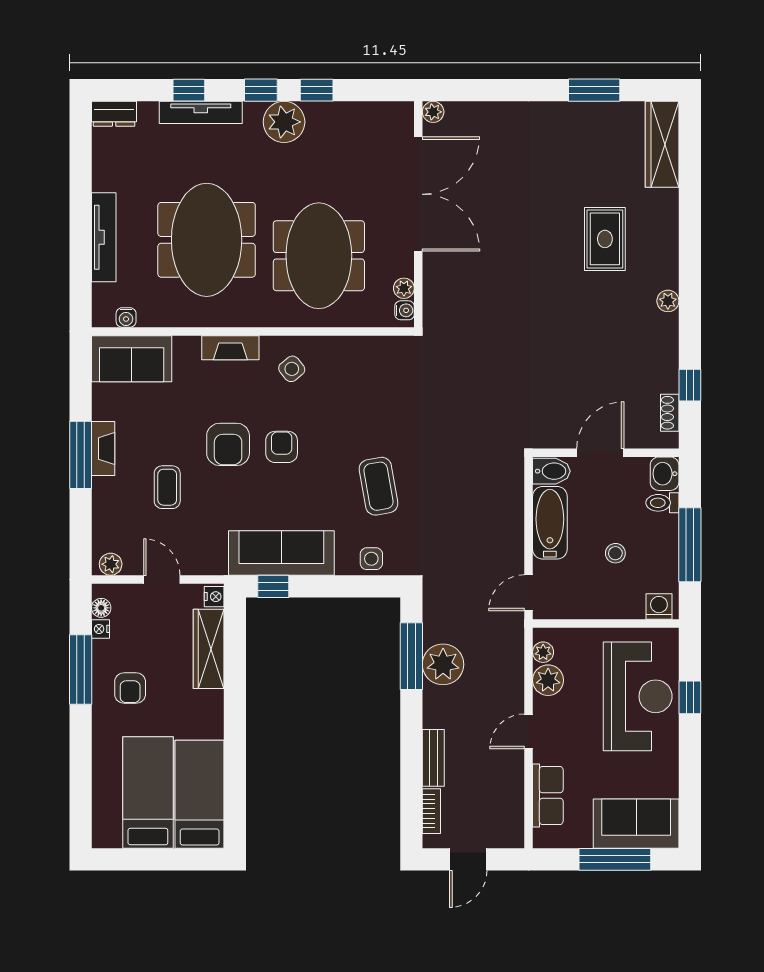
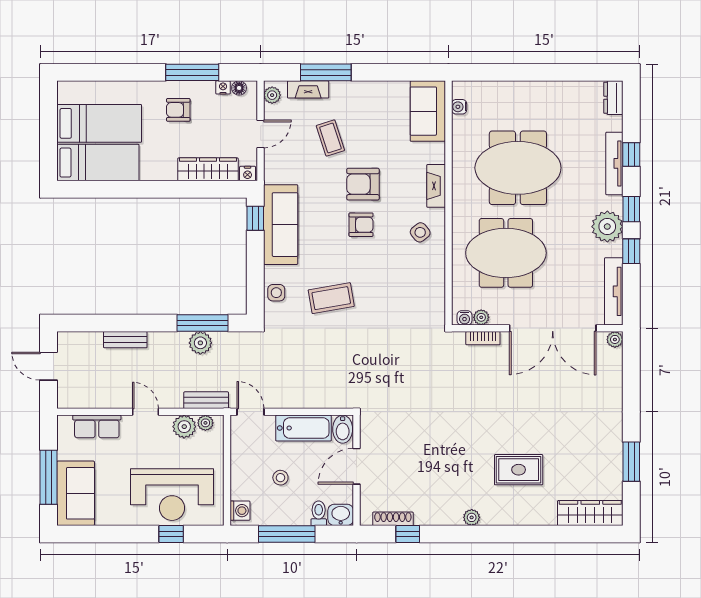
tv unit: (104, 237) -> (614, 291), moved, turned 90
shoe rack: (670, 413) -> (393, 519), width x1.43
fireplace: (103, 449) -> (308, 89), moved
door: (600, 453) -> (357, 466), swing flipped
window: (81, 455) -> (326, 72), moved
coffee table: (167, 487) -> (330, 138), turned 72
bench: (513, 651) -> (206, 400), added
plant: (443, 664) -> (200, 343), width x0.73, depth x0.73
bookcase: (431, 811) -> (483, 338), moved

